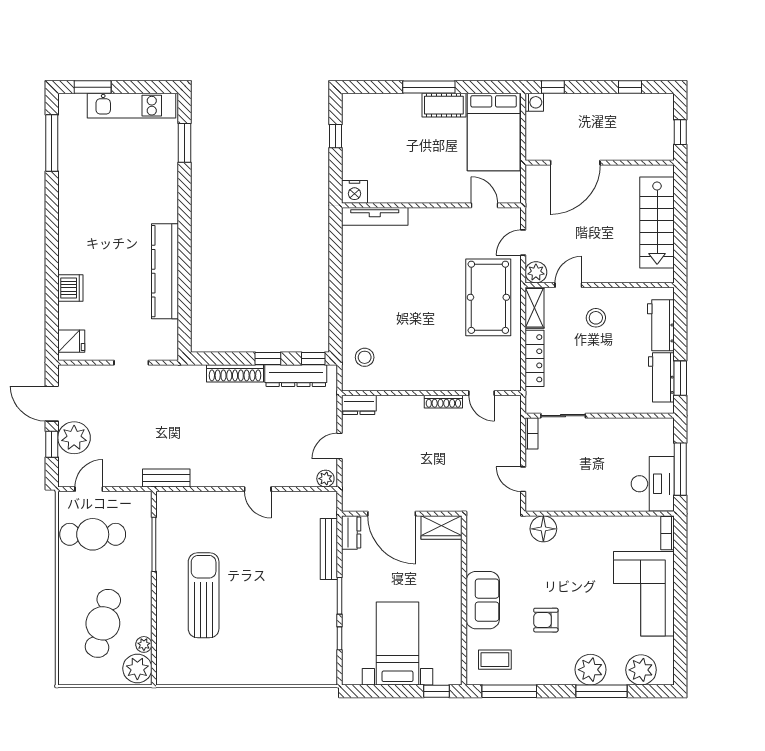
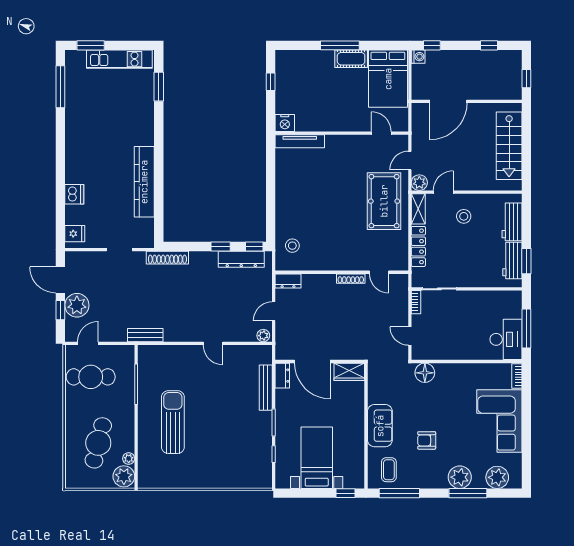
shoe rack: (235, 373) -> (167, 258), moved
coffee table: (495, 660) -> (389, 470), turned 90

